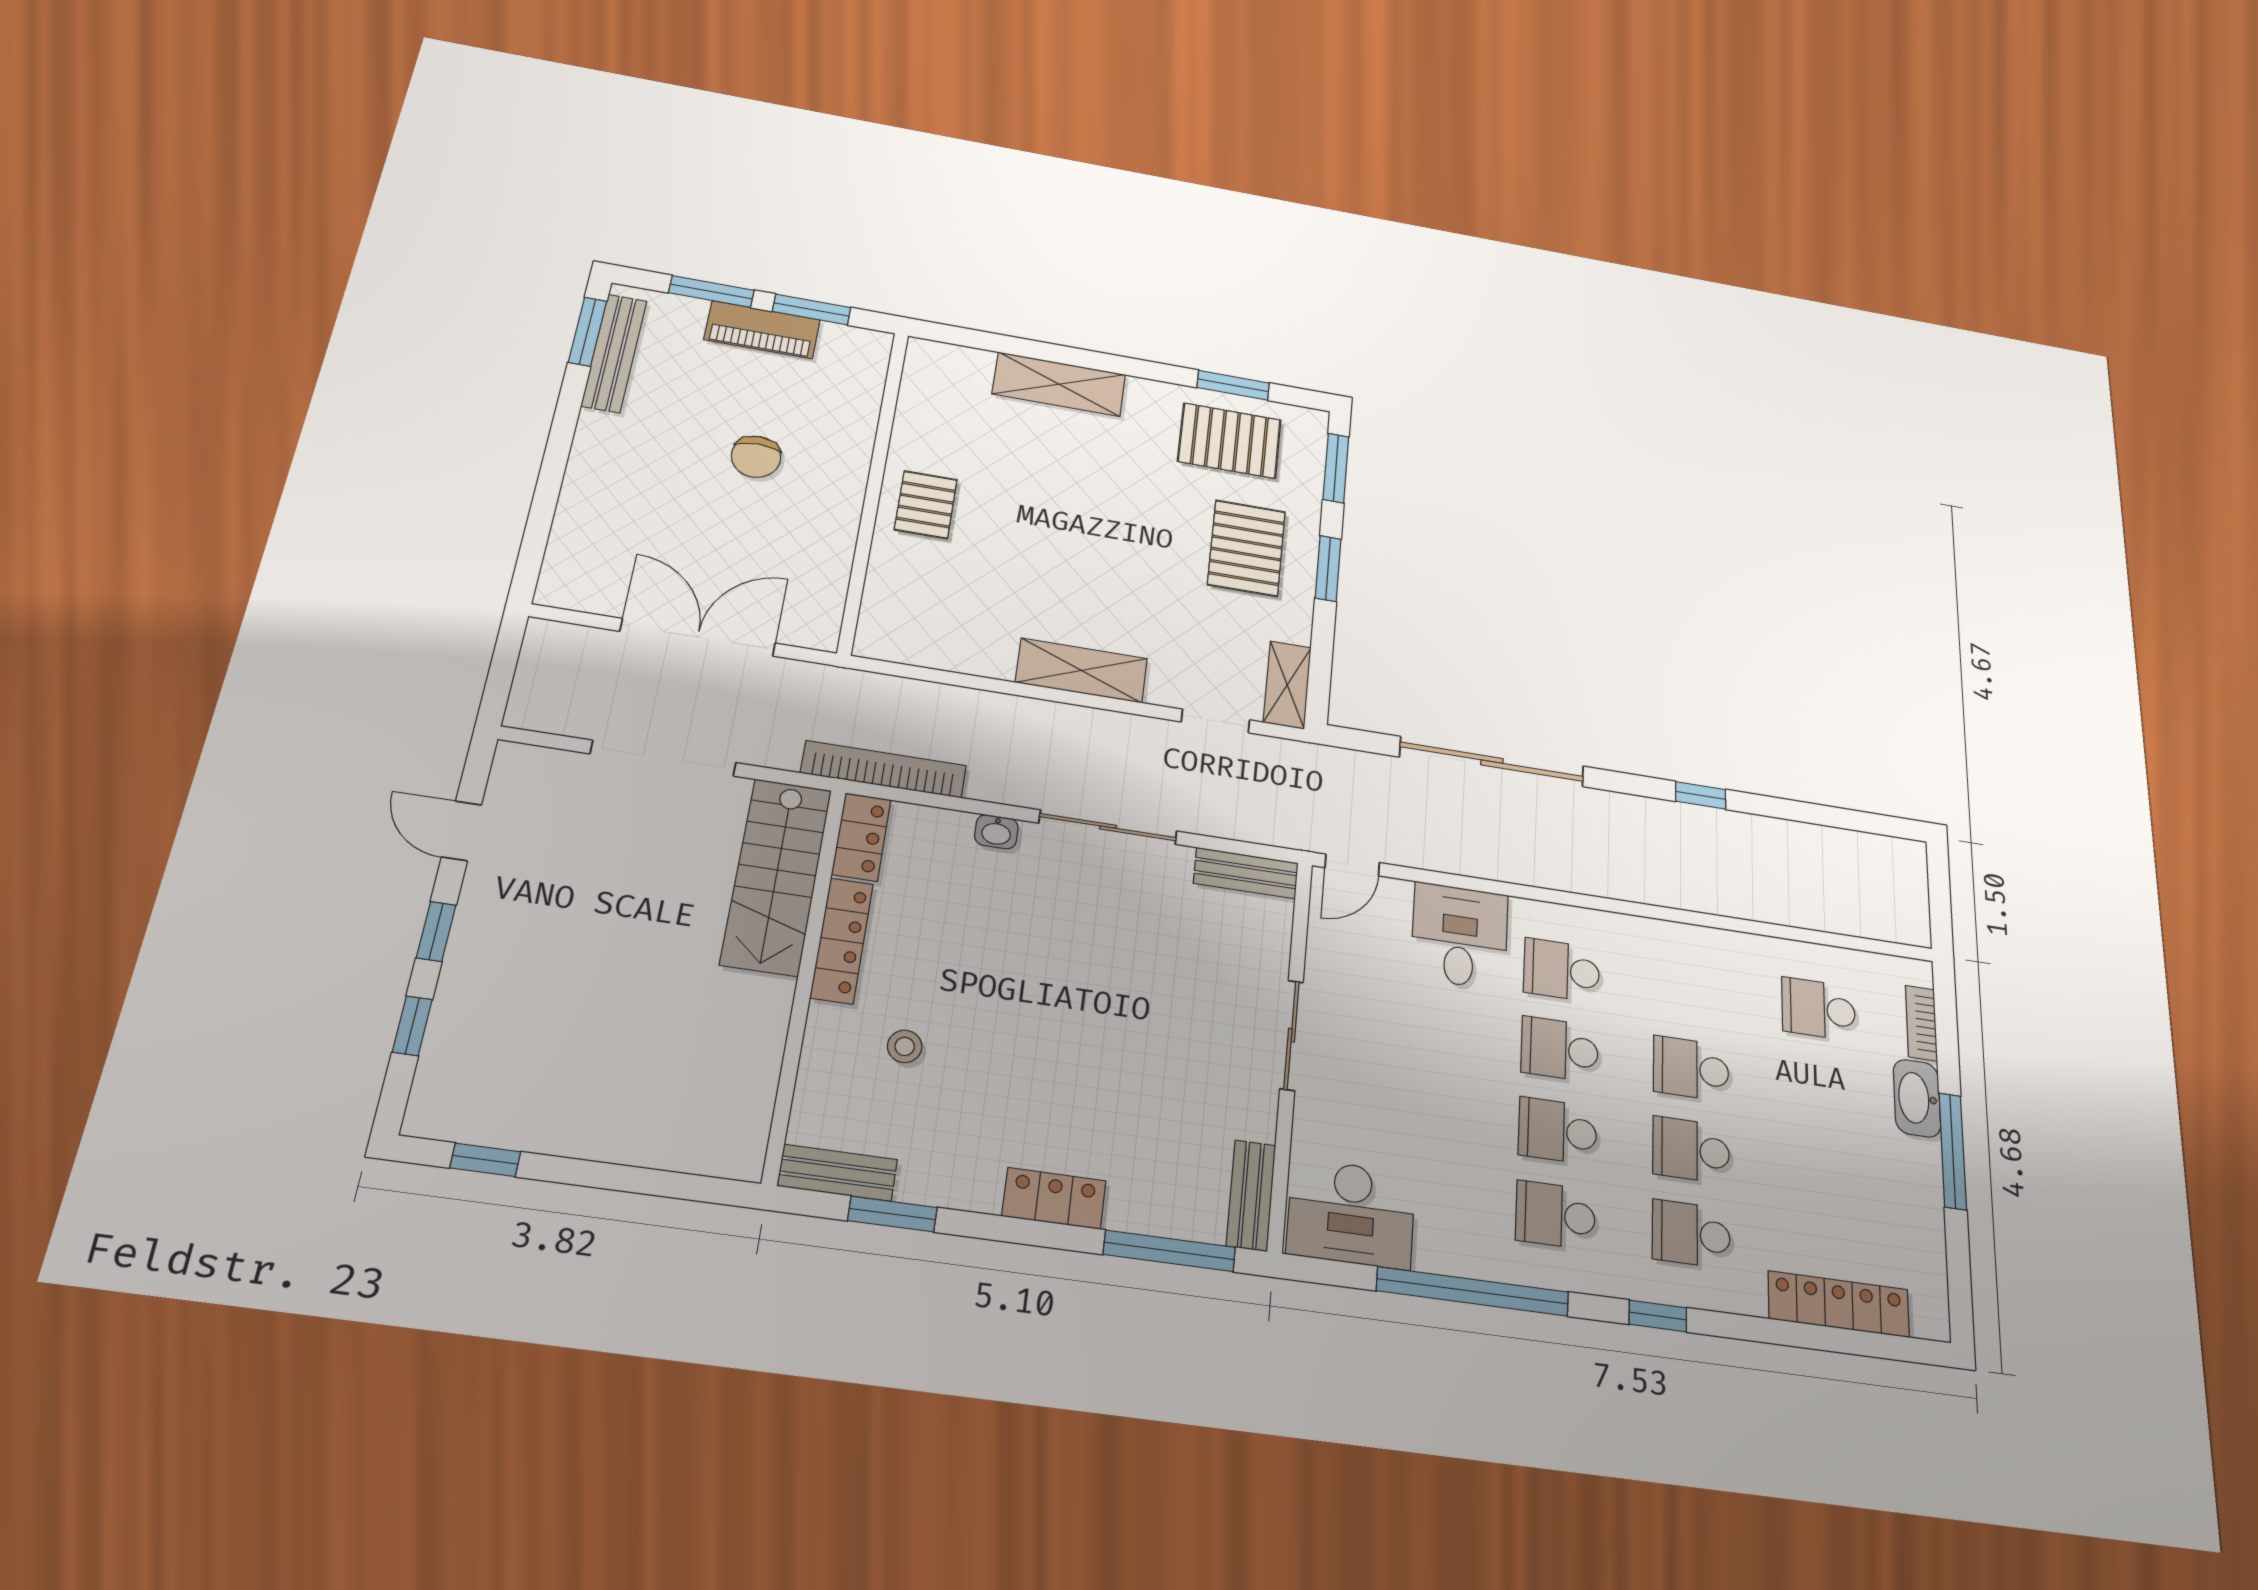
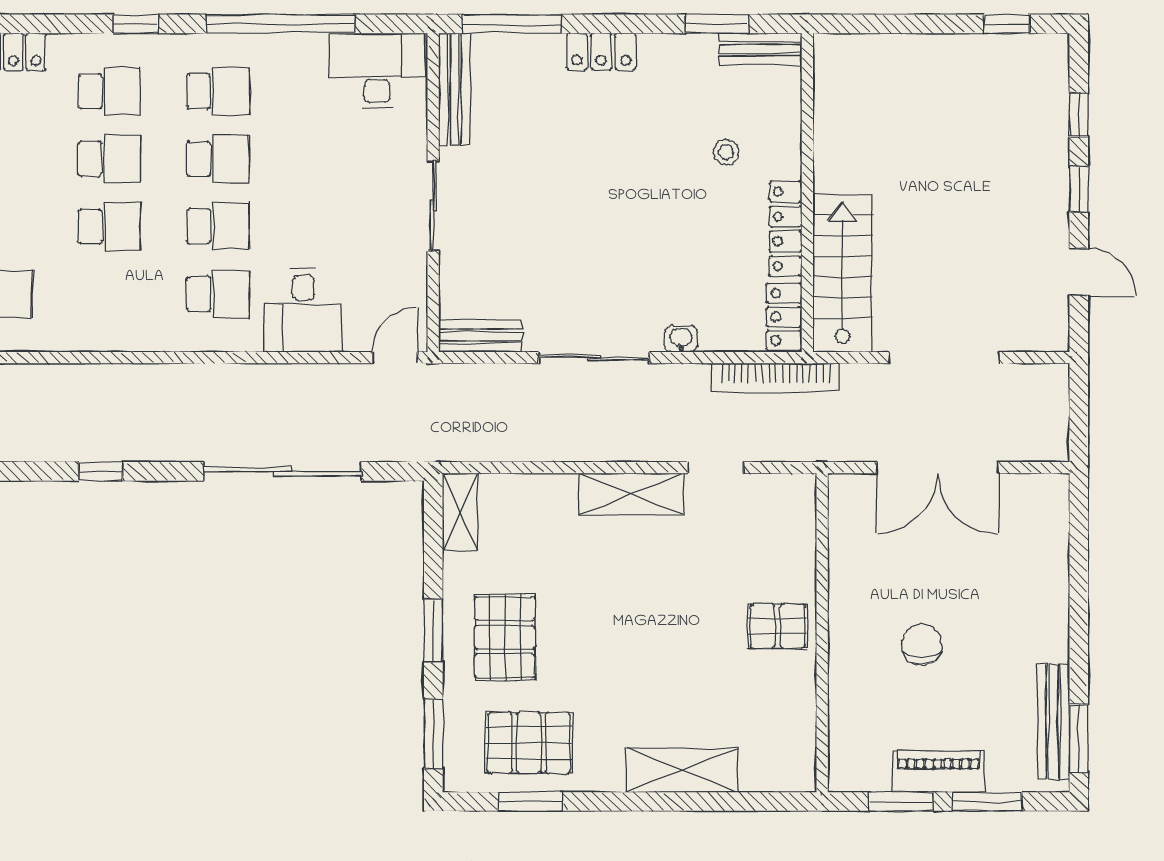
pallet: (926, 505) -> (777, 626), turned 90
doorway: (1215, 721) -> (716, 468), moved
bench: (1251, 1195) -> (454, 89), width x1.36

